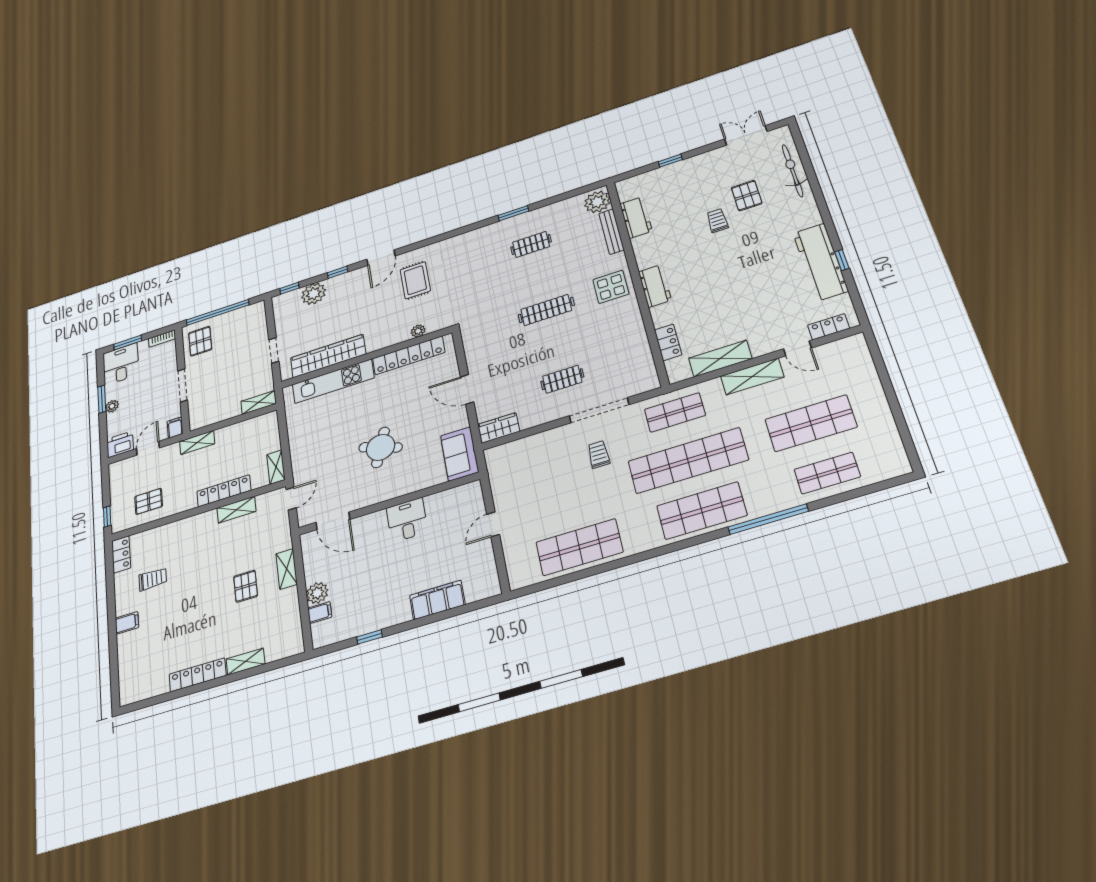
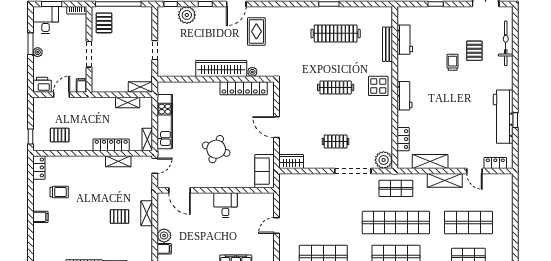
plant: (597, 202) -> (384, 160), moved
clothes rail: (531, 244) -> (336, 33), width x1.86, depth x1.31
wardrobe: (328, 356) -> (221, 69), moved
kitchen unit: (333, 381) -> (165, 122), moved, turned -90
shelving: (197, 442) -> (128, 102), moved
trolley: (599, 454) -> (346, 201), removed
pallet: (246, 586) -> (119, 217), turned 90

